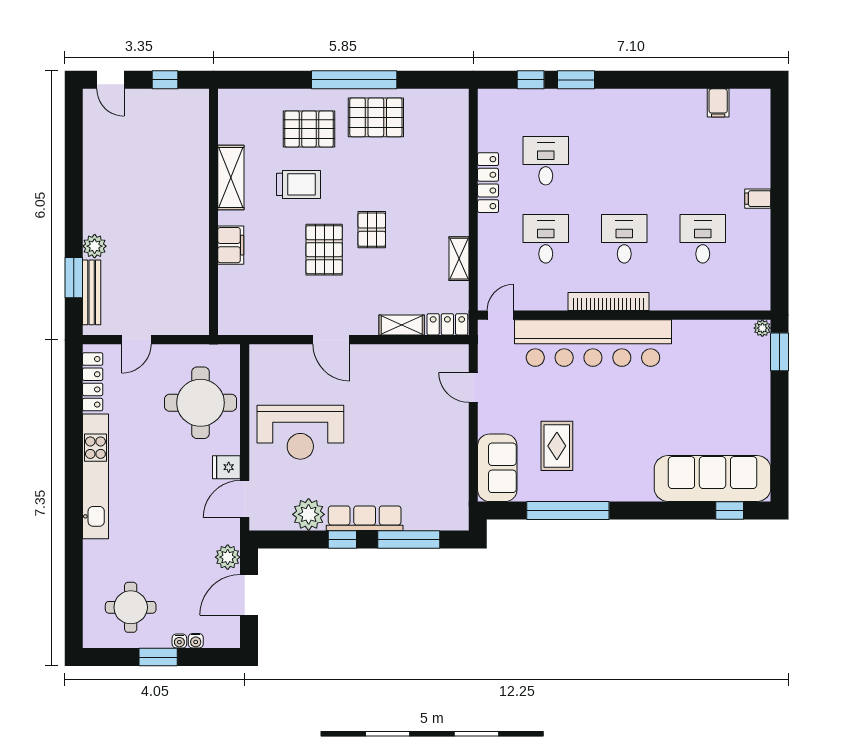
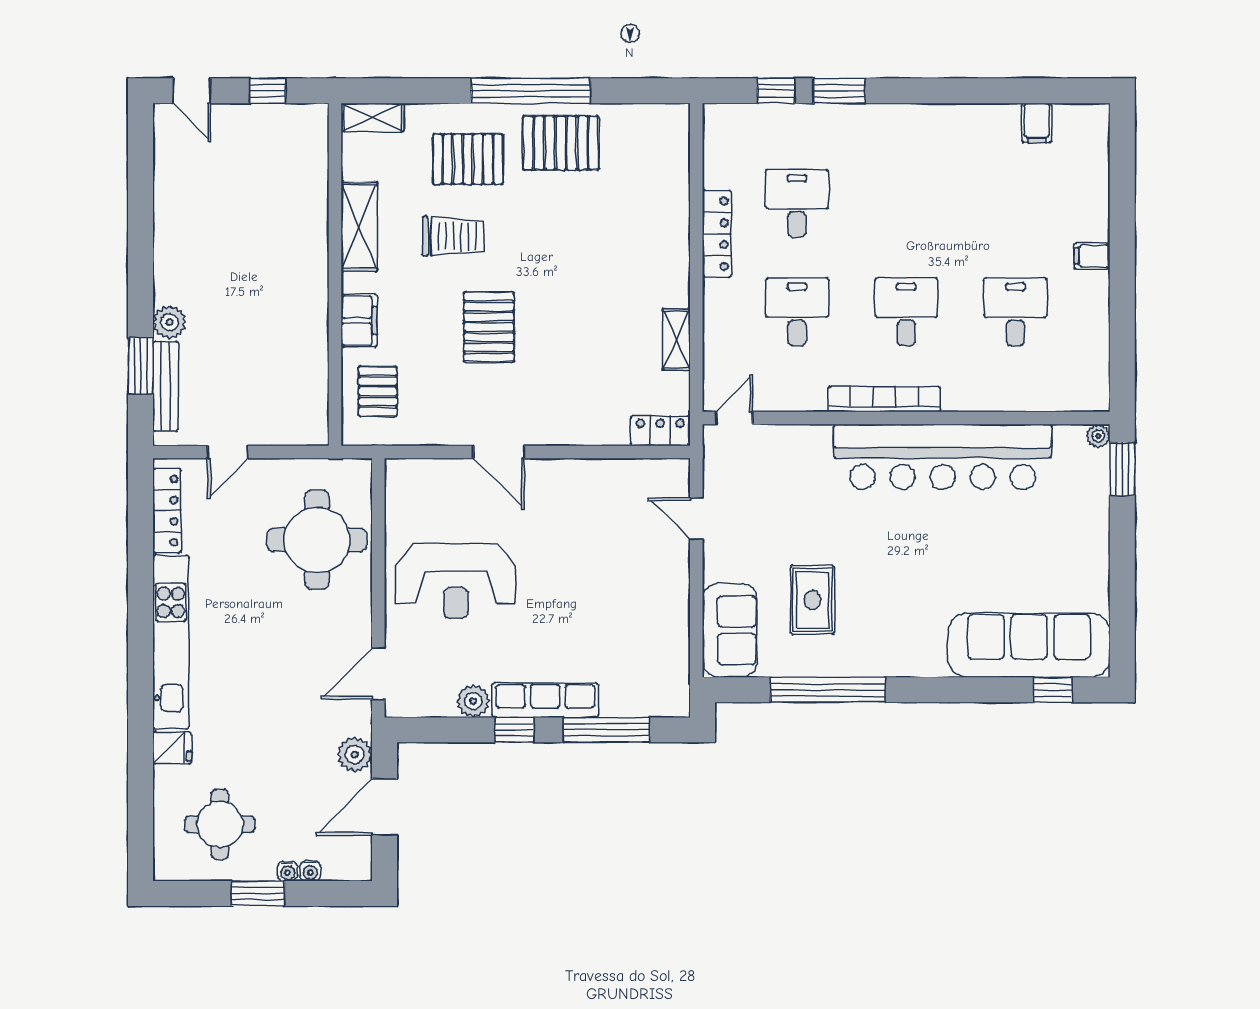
pallet: (372, 230) -> (378, 391), moved
shelving: (402, 325) -> (373, 117), moved
bar counter: (593, 343) -> (943, 457), moved
fridge: (226, 467) -> (172, 748), moved, turned 180
plant: (309, 514) -> (473, 701), width x0.73, depth x0.73

